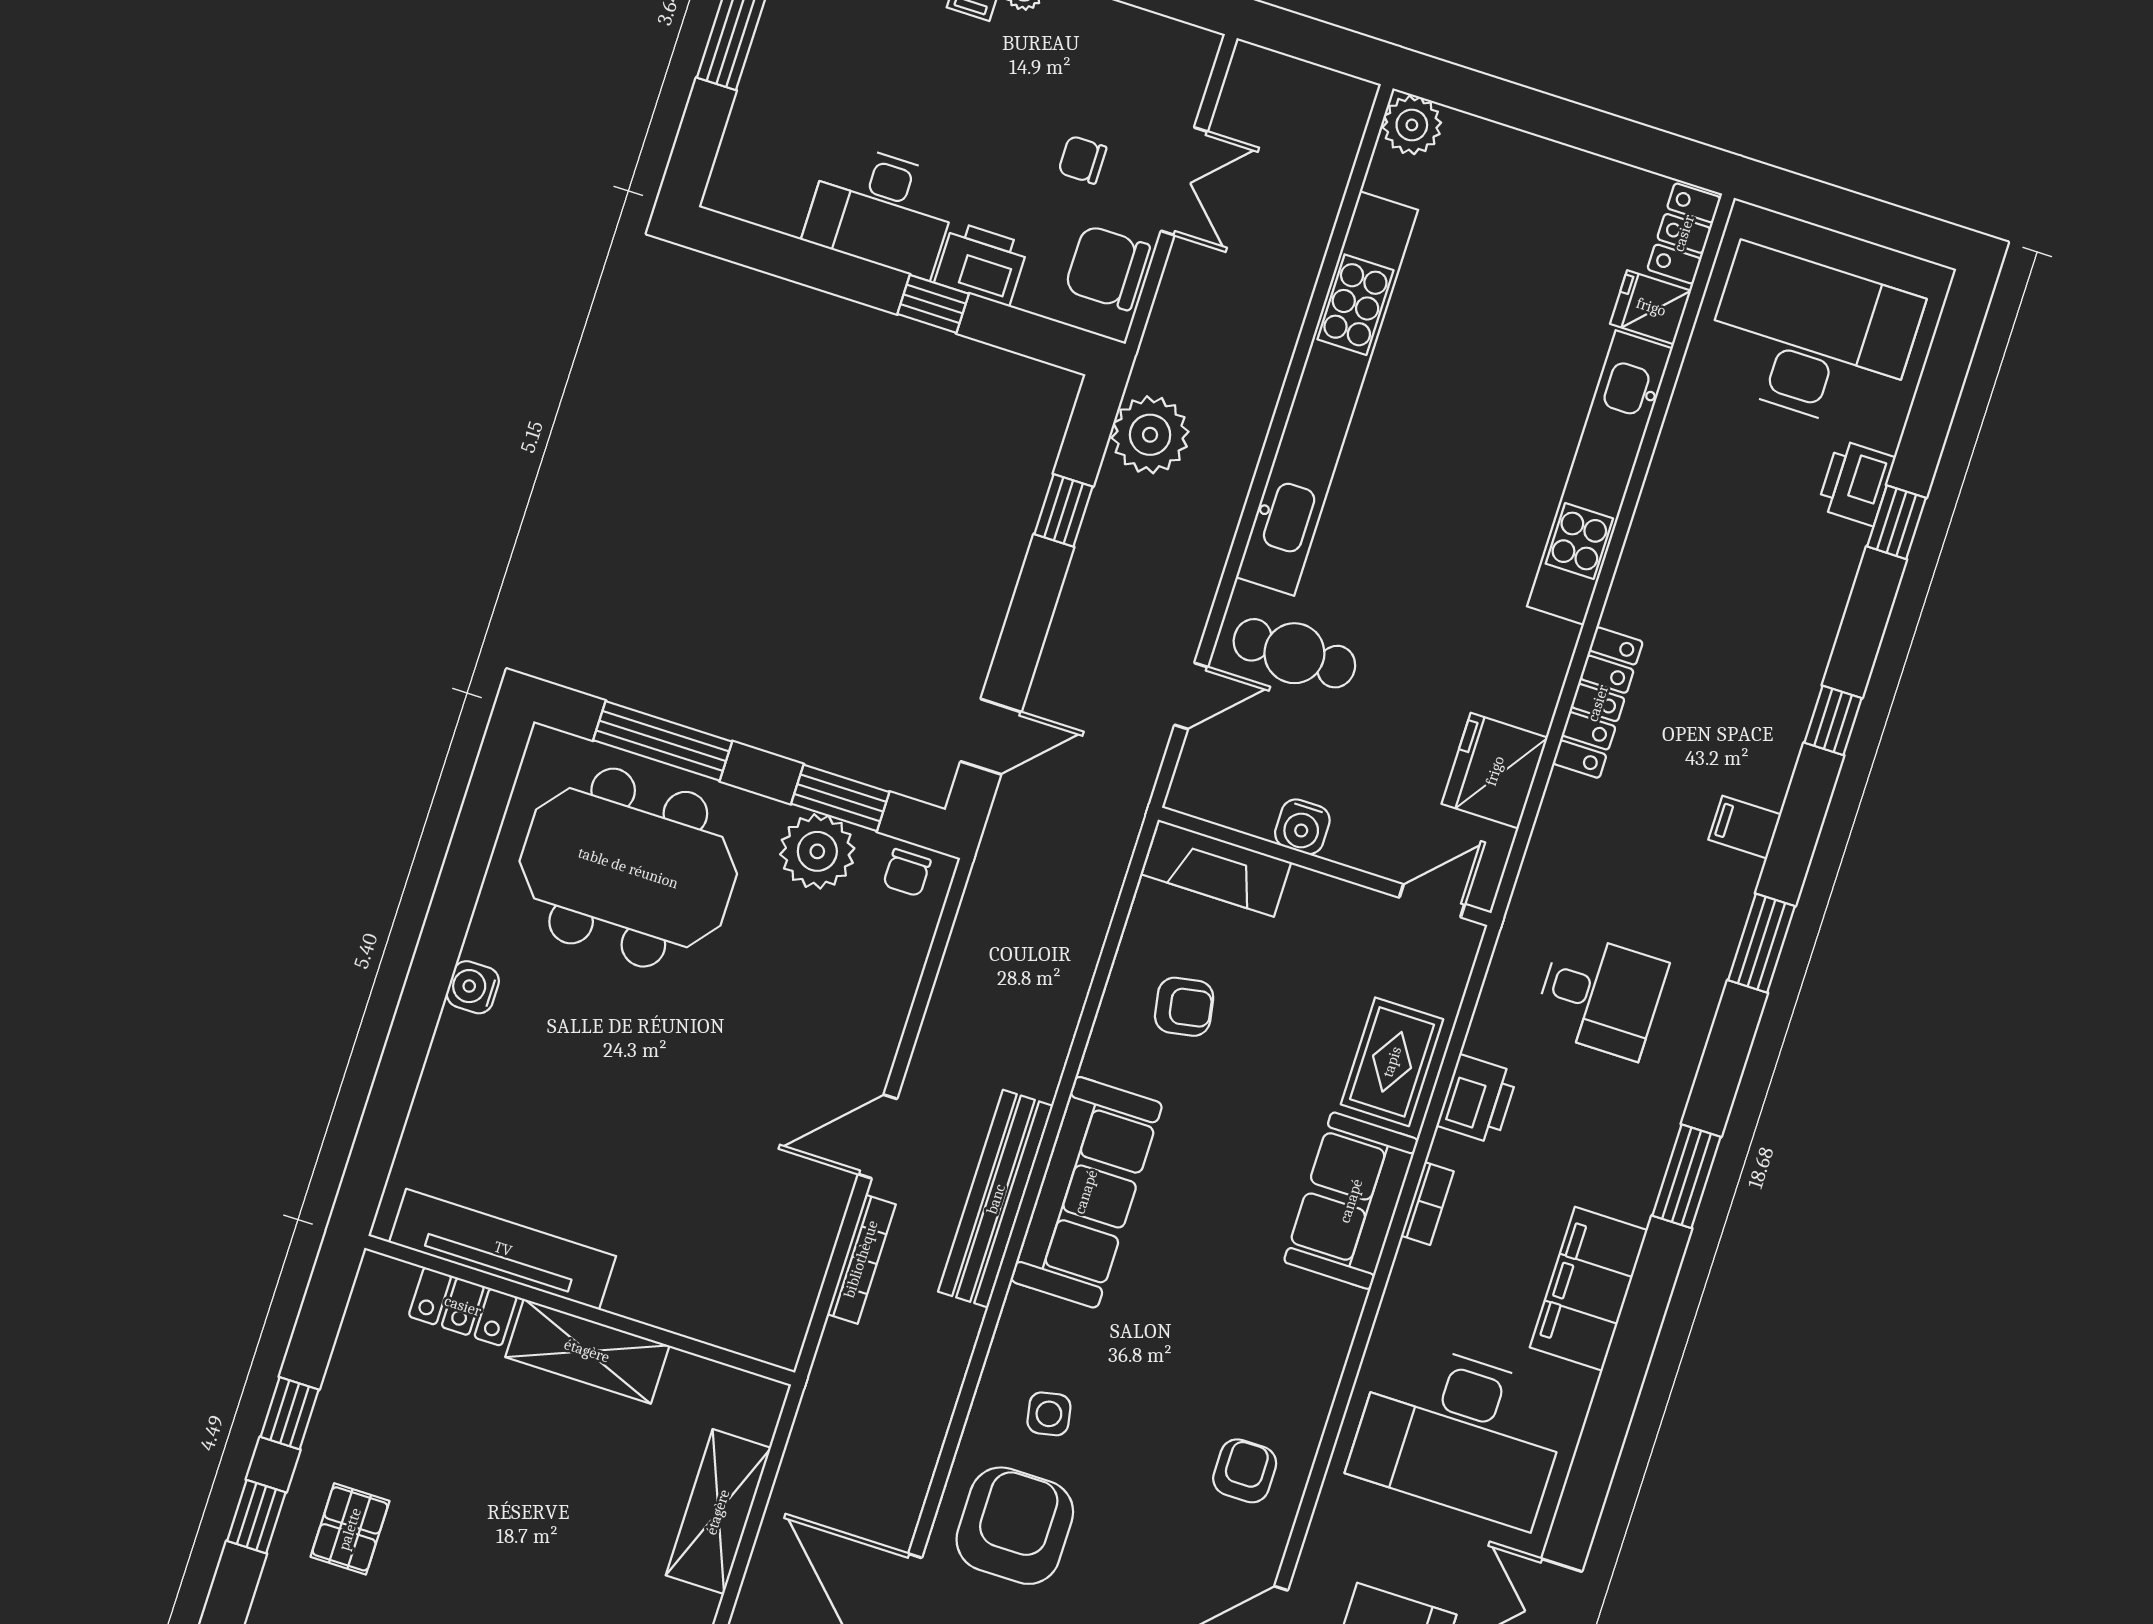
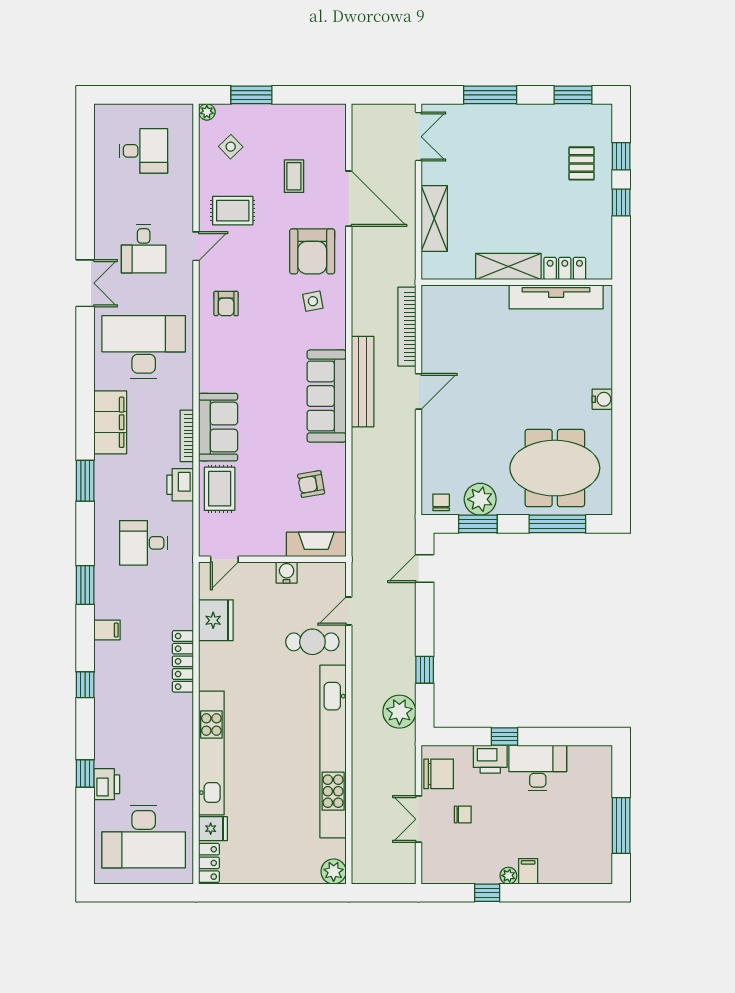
bookcase: (1427, 1204) -> (187, 436), width x1.56
bookcase: (861, 1259) -> (407, 327), width x1.48, depth x1.31

